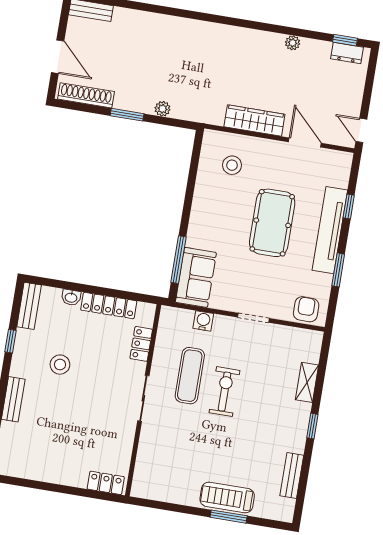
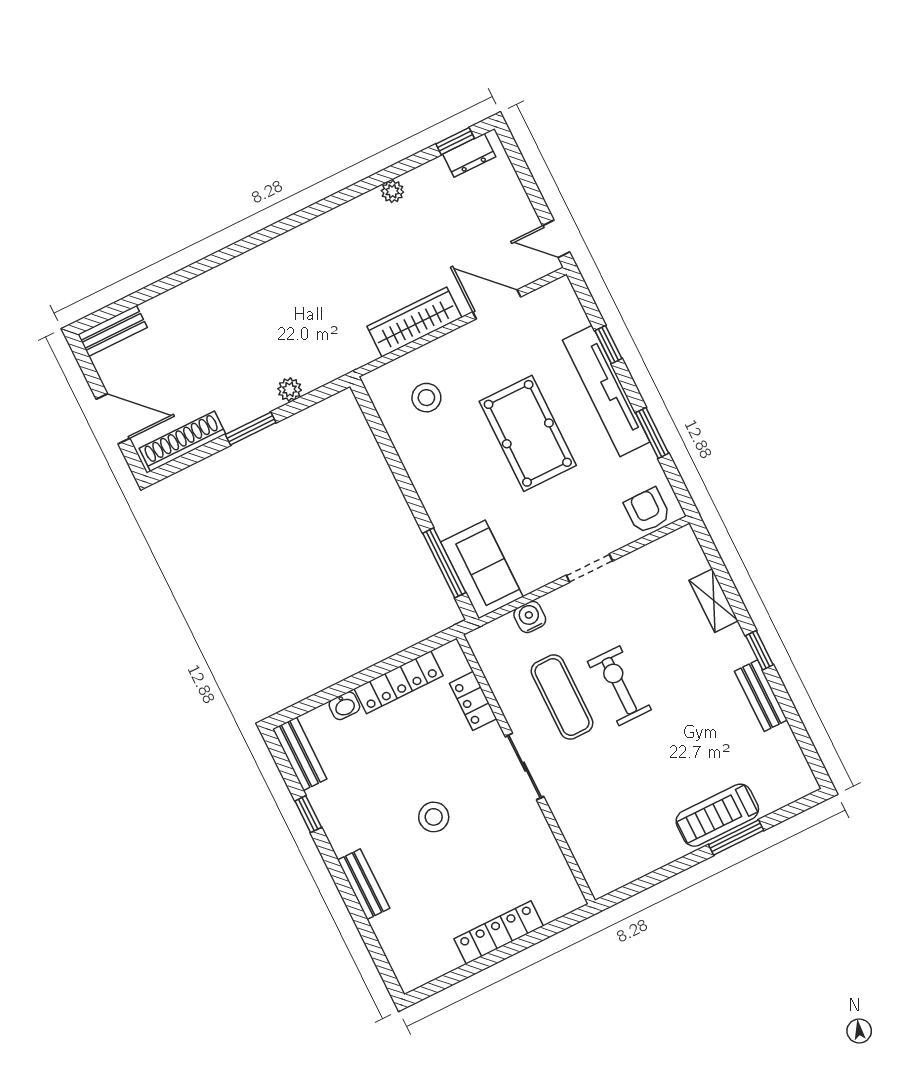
stool: (60, 365) -> (434, 817), moved
bench: (292, 475) -> (761, 696), moved
locker: (106, 483) -> (499, 932), moved, width x1.53

